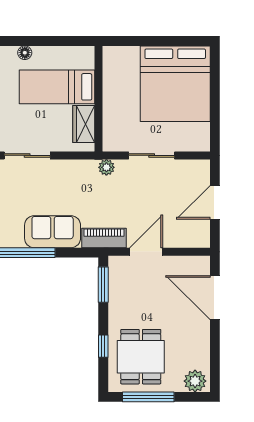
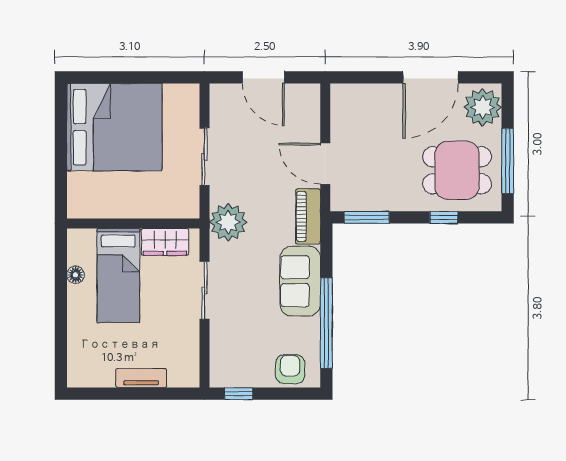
floor lamp: (25, 53) -> (76, 275), moved
sliding door: (27, 155) -> (205, 290), moved
plant: (106, 167) -> (228, 222), width x1.88, depth x1.88
door: (215, 298) -> (431, 77), moved
plant: (195, 381) -> (483, 107), width x1.36, depth x1.36

